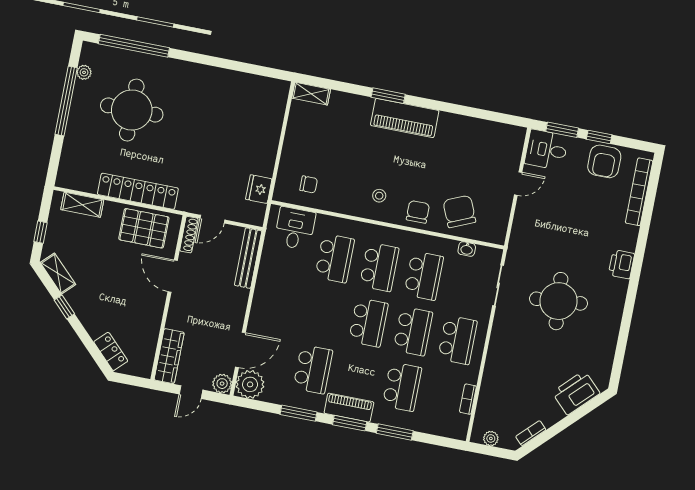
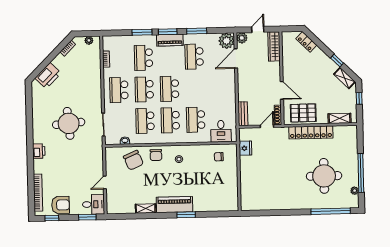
shelving: (311, 94) -> (146, 209), moved
window: (599, 137) -> (52, 218), moved
armchair: (604, 161) -> (61, 205), turned 90
bench: (248, 258) -> (243, 114), width x0.73

